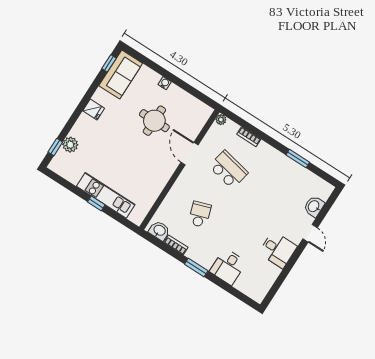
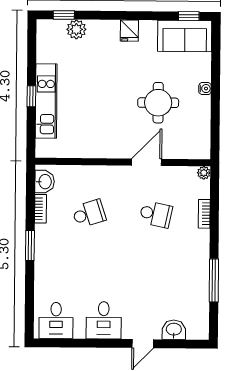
window: (298, 159) -> (214, 280), width x1.44
school desk: (228, 170) -> (156, 214), width x0.54
desk: (228, 267) -> (56, 320), moved, turned -90

